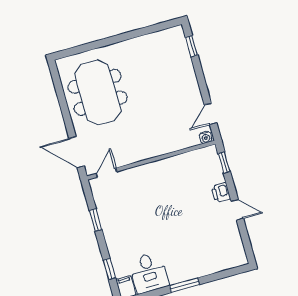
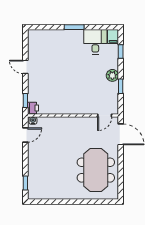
printer: (221, 193) -> (33, 108), moved
plant: (111, 232) -> (112, 75), added

